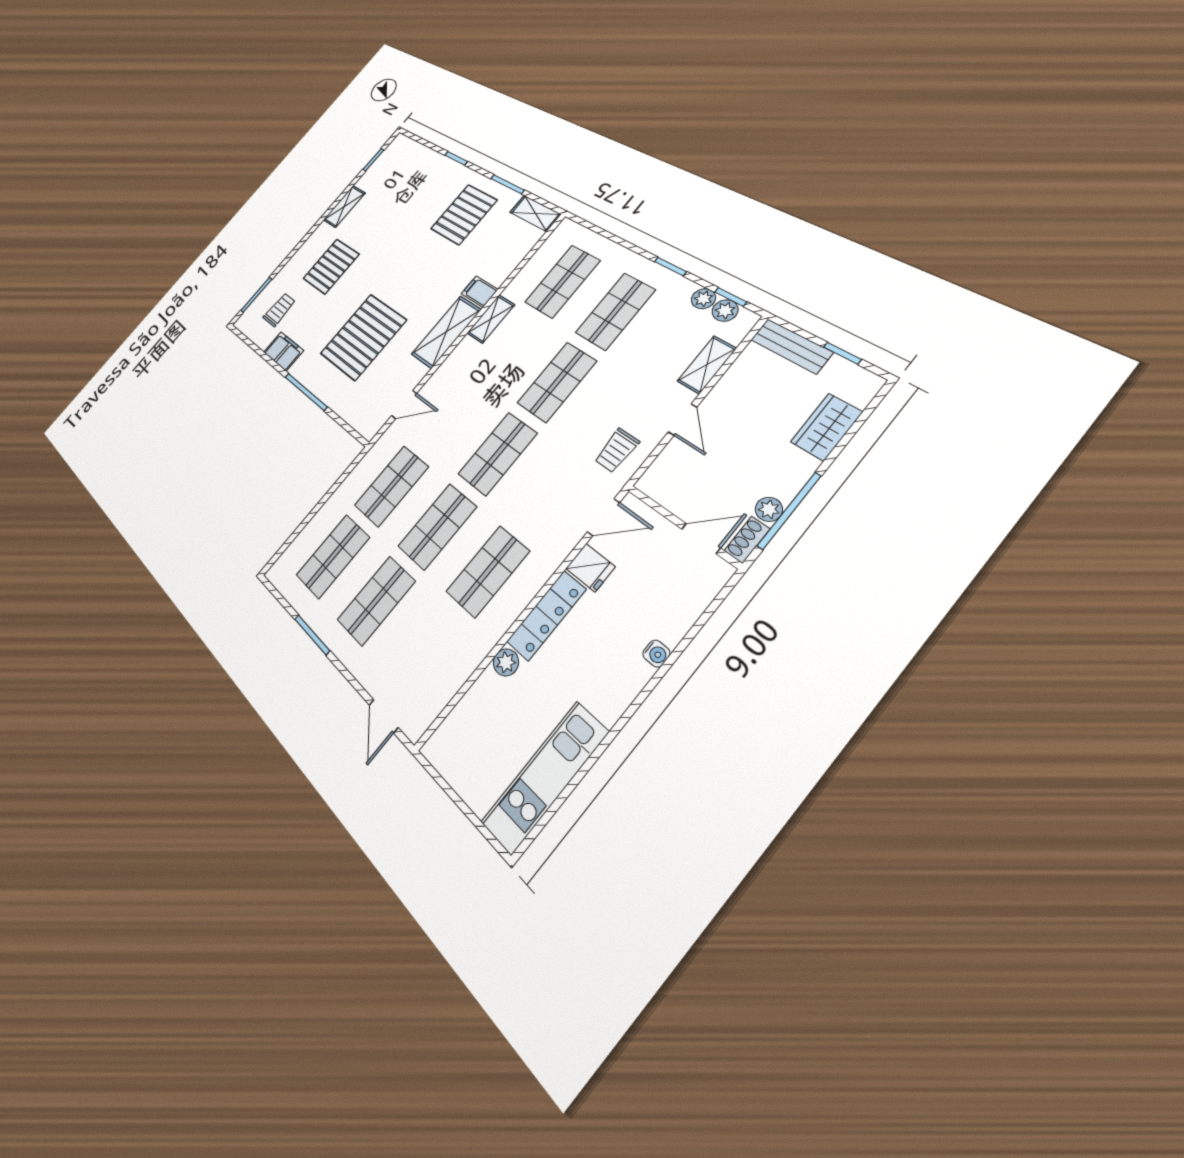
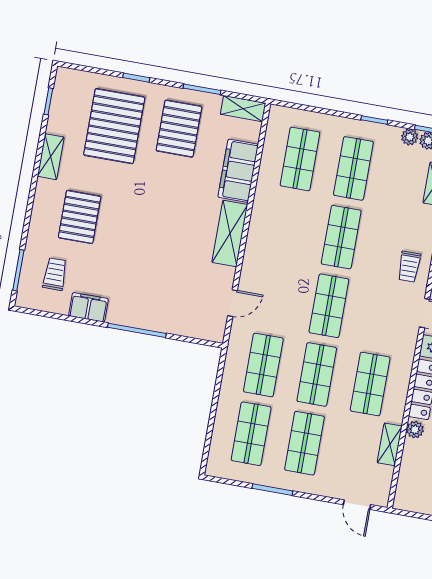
filing cabinet: (479, 292) -> (238, 171), width x3.00, depth x1.17
shelving: (491, 319) -> (390, 444), moved
pallet: (363, 337) -> (114, 126), moved

